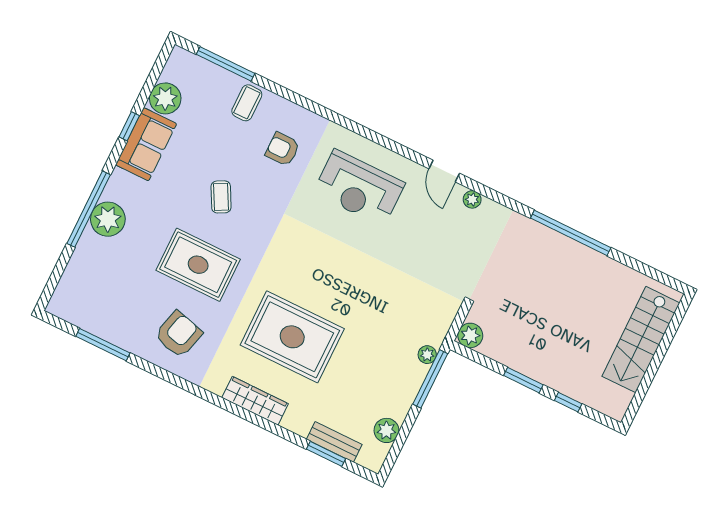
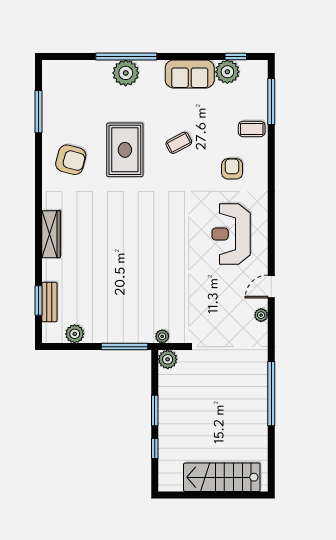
window: (129, 126) -> (236, 56), moved
rug: (292, 337) -> (107, 238), removed
plant: (427, 355) -> (162, 336), moved

